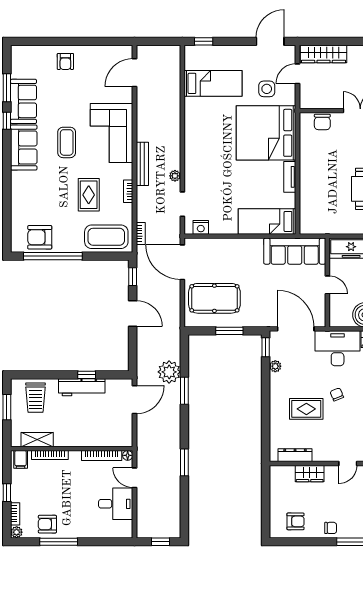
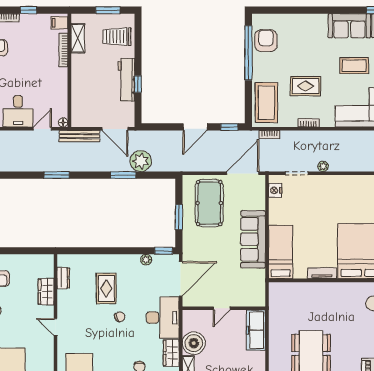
bench: (142, 164) -> (79, 136), moved
sofa: (295, 251) -> (253, 239), moved
bookcase: (102, 455) -> (63, 98), removed
dresser: (295, 455) -> (63, 278), width x0.70

